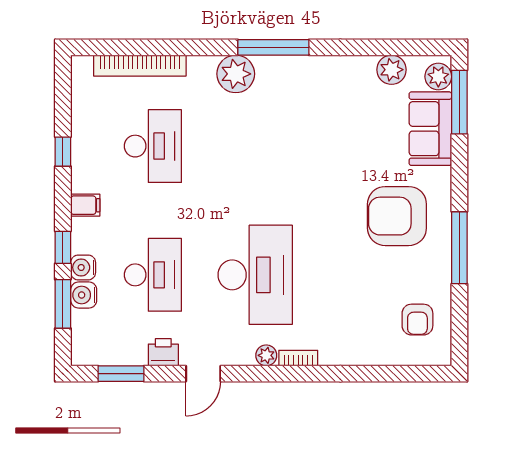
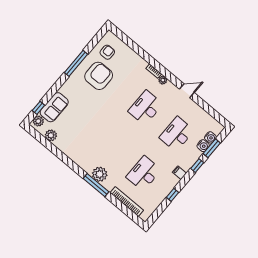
window: (273, 47) -> (96, 185), moved
window: (459, 102) -> (38, 108), width x0.46
armchair: (397, 216) -> (99, 76), moved, turned -90
water cooler: (83, 267) -> (210, 137), moved
desk: (255, 275) -> (145, 108), width x0.73, depth x0.77
printer: (163, 352) -> (194, 108), removed
window: (121, 374) -> (212, 112), removed

